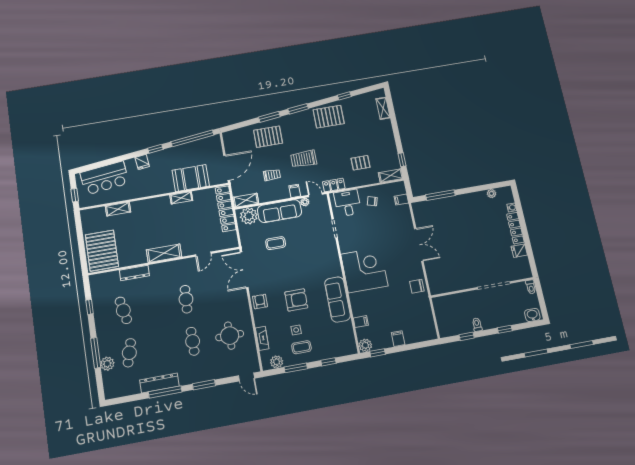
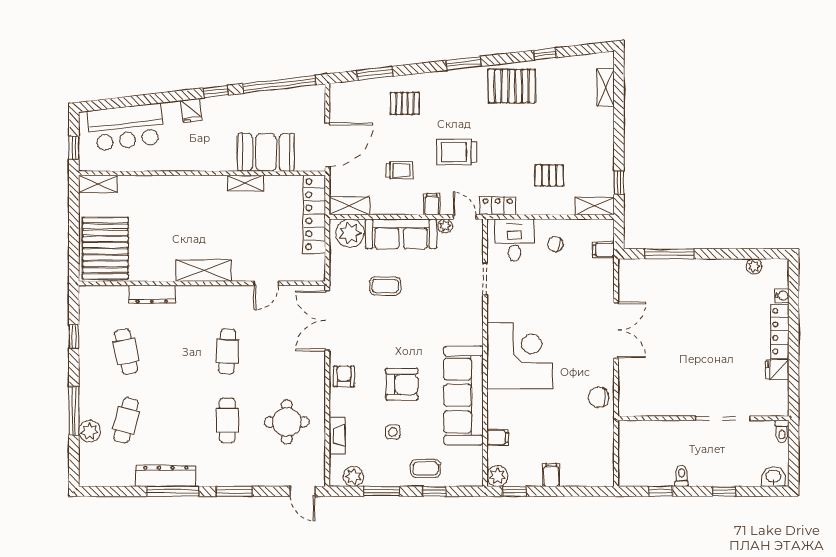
window: (269, 117) -> (375, 73), moved
pallet: (268, 137) -> (405, 103), width x0.67, depth x0.71
shelving: (118, 209) -> (98, 184), moved
sofa: (338, 299) -> (463, 395), width x1.36, depth x1.27
coffee table: (301, 347) -> (426, 469), moved

